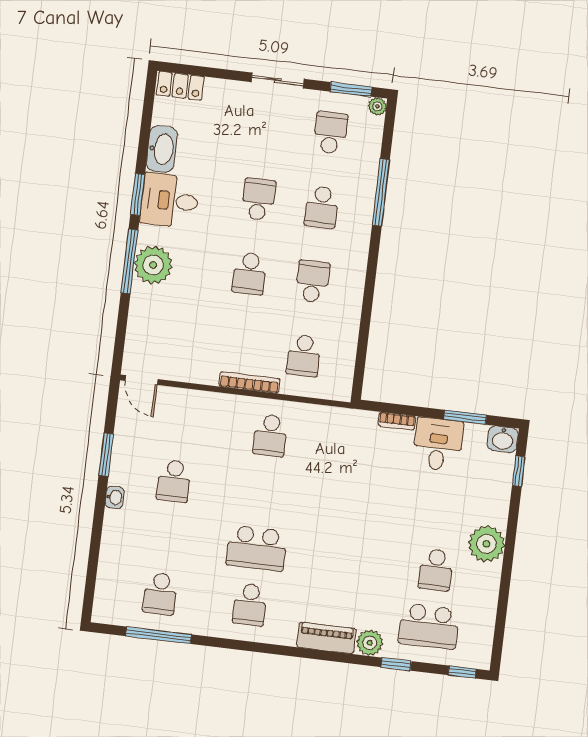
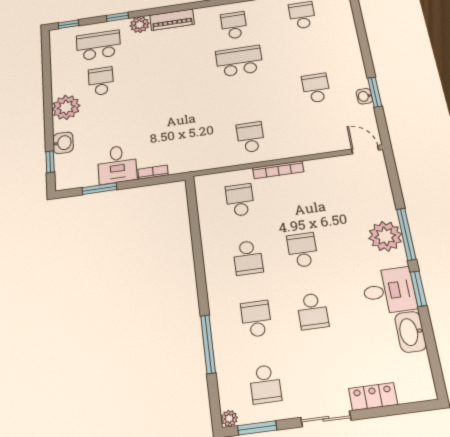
locker: (180, 86) -> (373, 396), moved
washbasin: (503, 439) -> (63, 143), moved, turned 90
washbasin: (115, 497) -> (364, 96), moved

